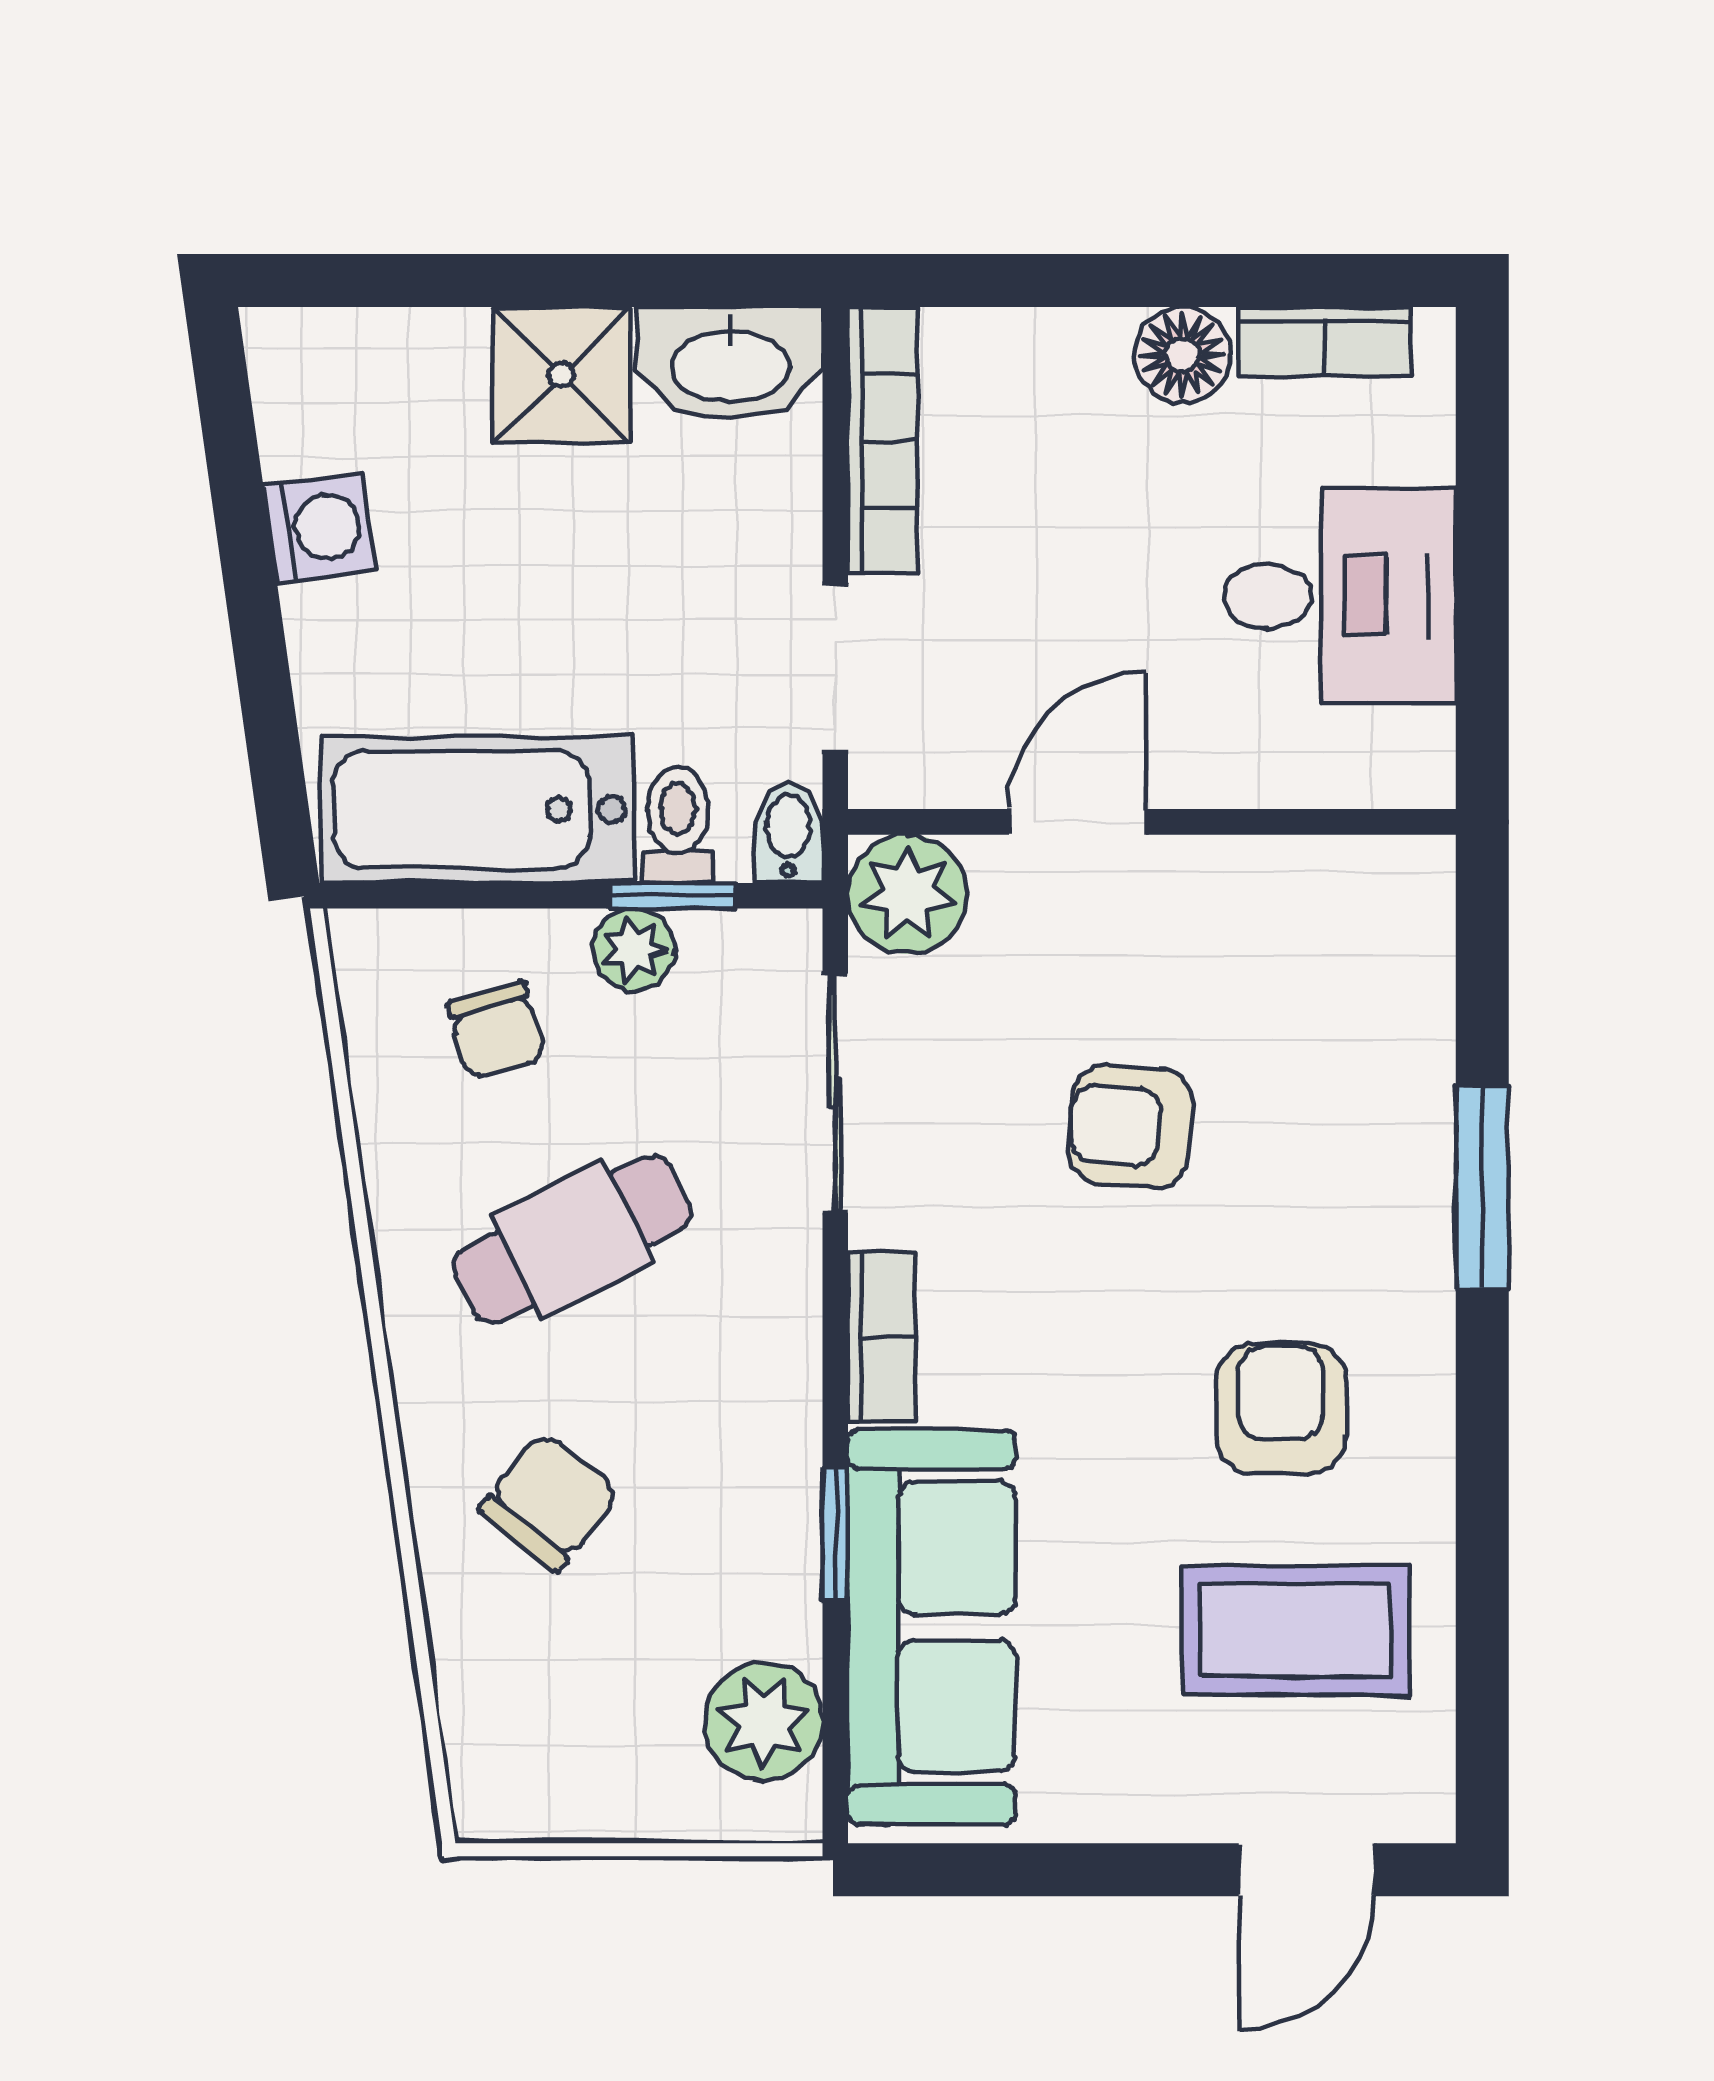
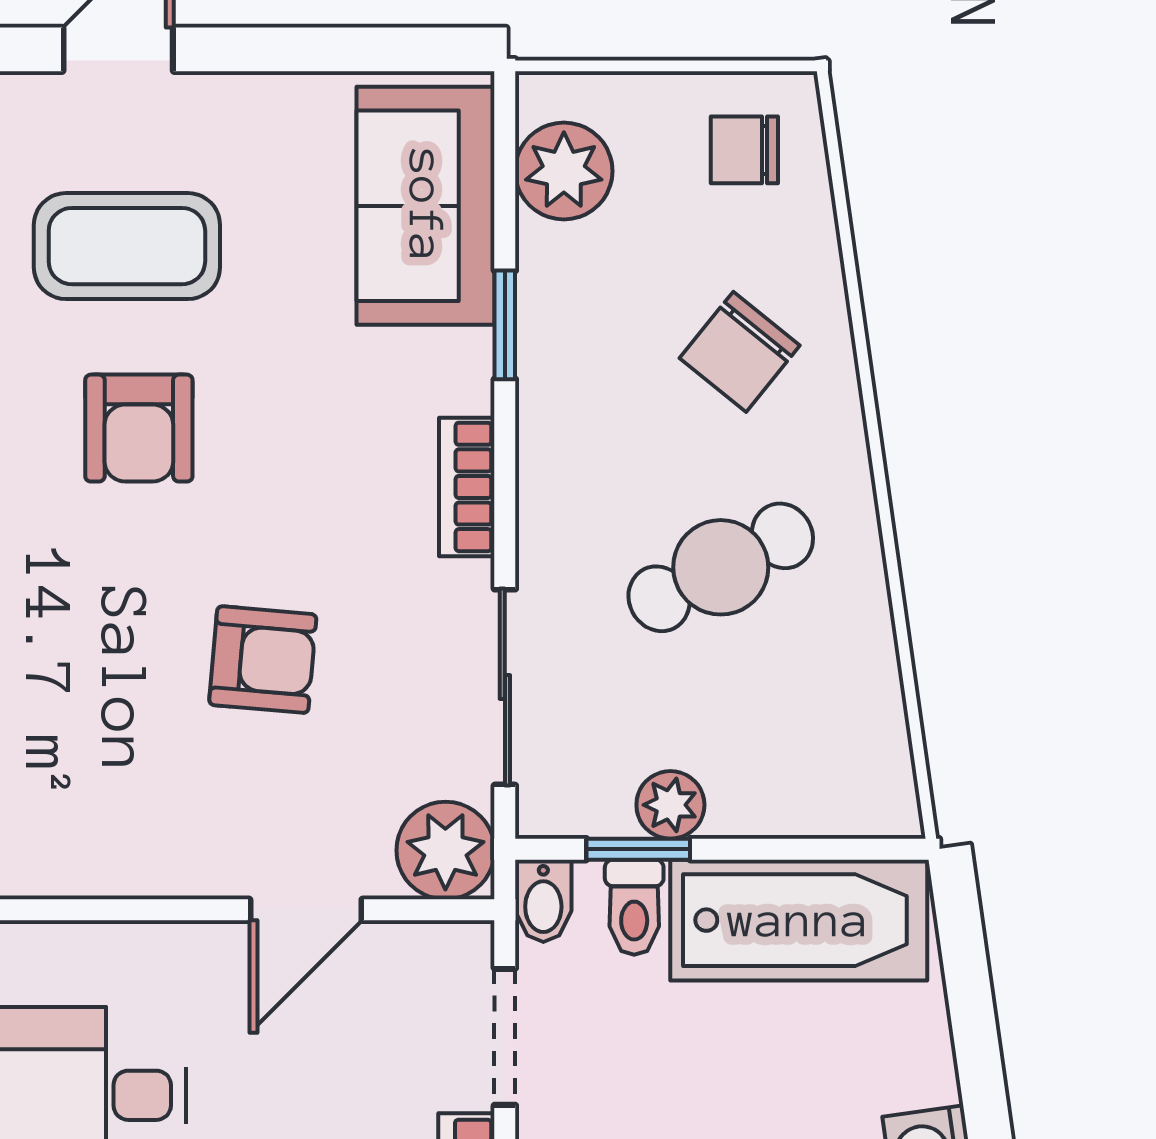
chair: (496, 1030) -> (744, 150), moved, turned -74
sofa: (932, 1627) -> (426, 206), width x0.73

